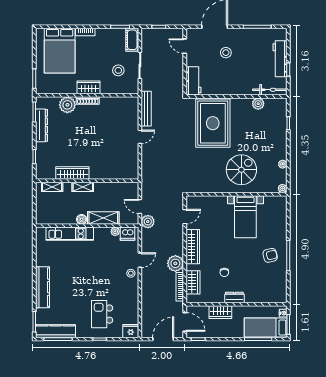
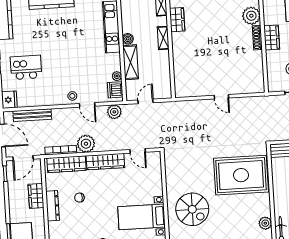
bench: (146, 109) -> (32, 115), moved
wardrobe: (72, 173) -> (177, 20), width x0.67
plant: (148, 222) -> (114, 112), moved
wardrobe: (193, 282) -> (67, 164), width x1.50
dresser: (234, 298) -> (52, 206), width x1.44

